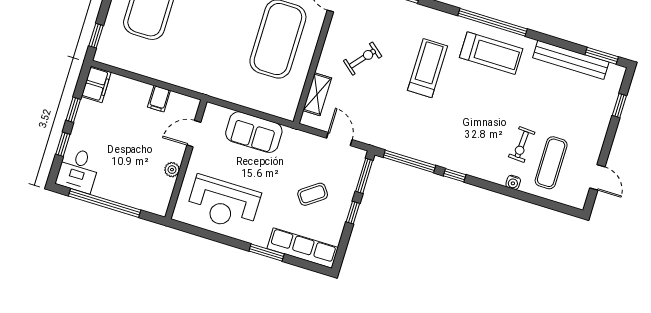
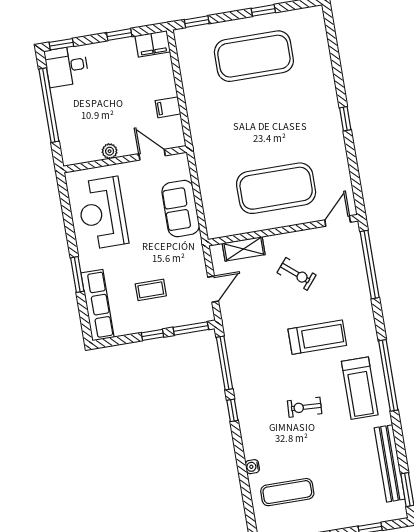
window: (63, 144) -> (61, 44), moved
exercise bike: (522, 145) -> (305, 407), moved
coffee table: (313, 194) -> (151, 290), turned -54

